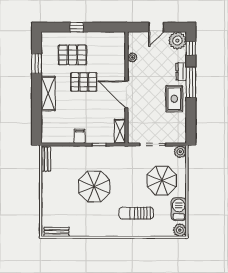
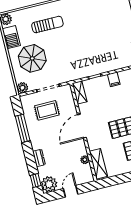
shelving: (119, 49) -> (98, 164), added
window: (191, 82) -> (23, 128), moved
door: (126, 94) -> (82, 126), swing flipped
rug: (174, 99) -> (47, 110), moved, turned 90
parasol: (94, 187) -> (90, 39), removed

